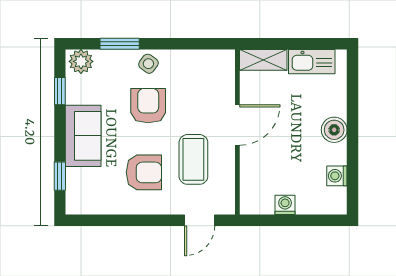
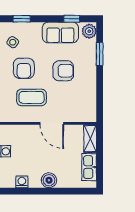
side table: (148, 64) -> (13, 42), moved
sofa: (83, 136) -> (60, 33), moved

